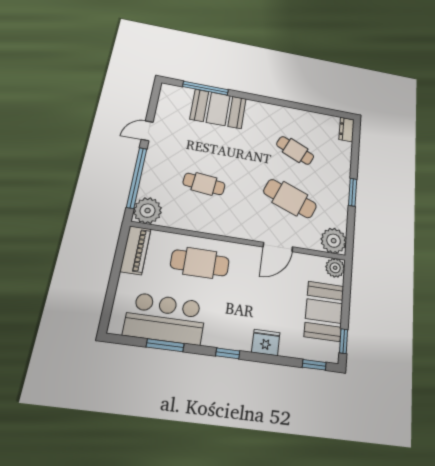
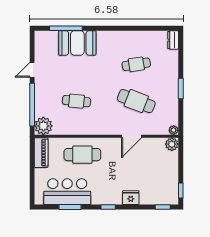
cafe table: (295, 150) -> (136, 64), turned -33
plant: (334, 241) -> (174, 130), width x0.53, depth x0.53
booth: (324, 311) -> (166, 174), removed

